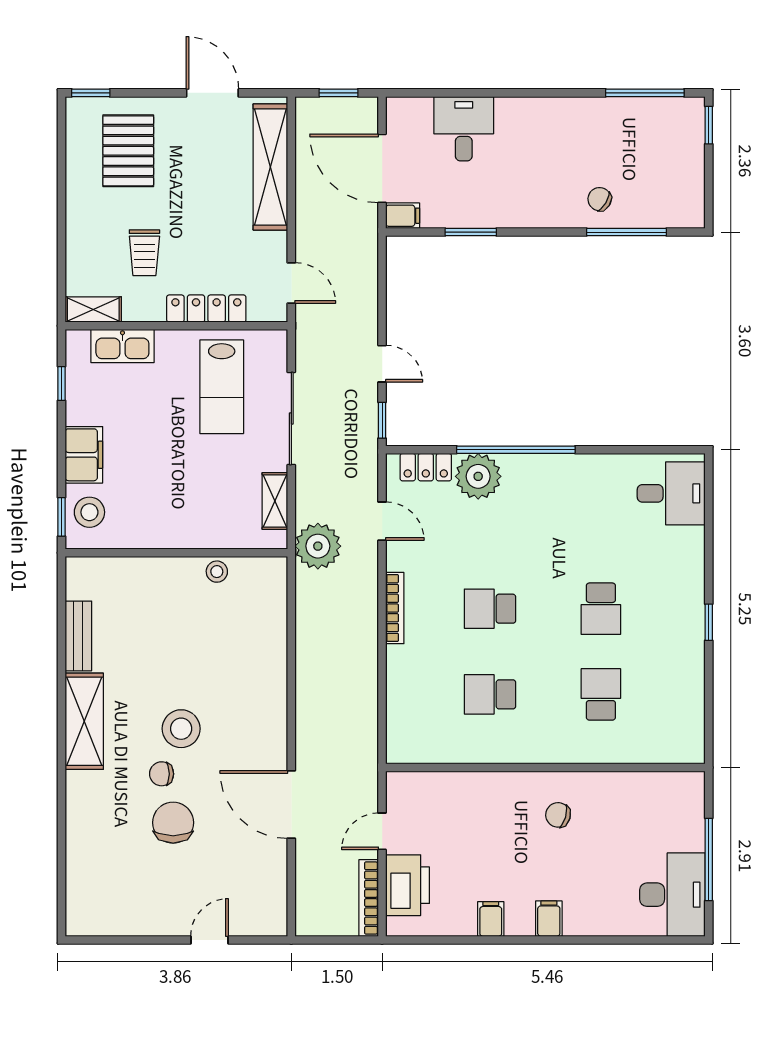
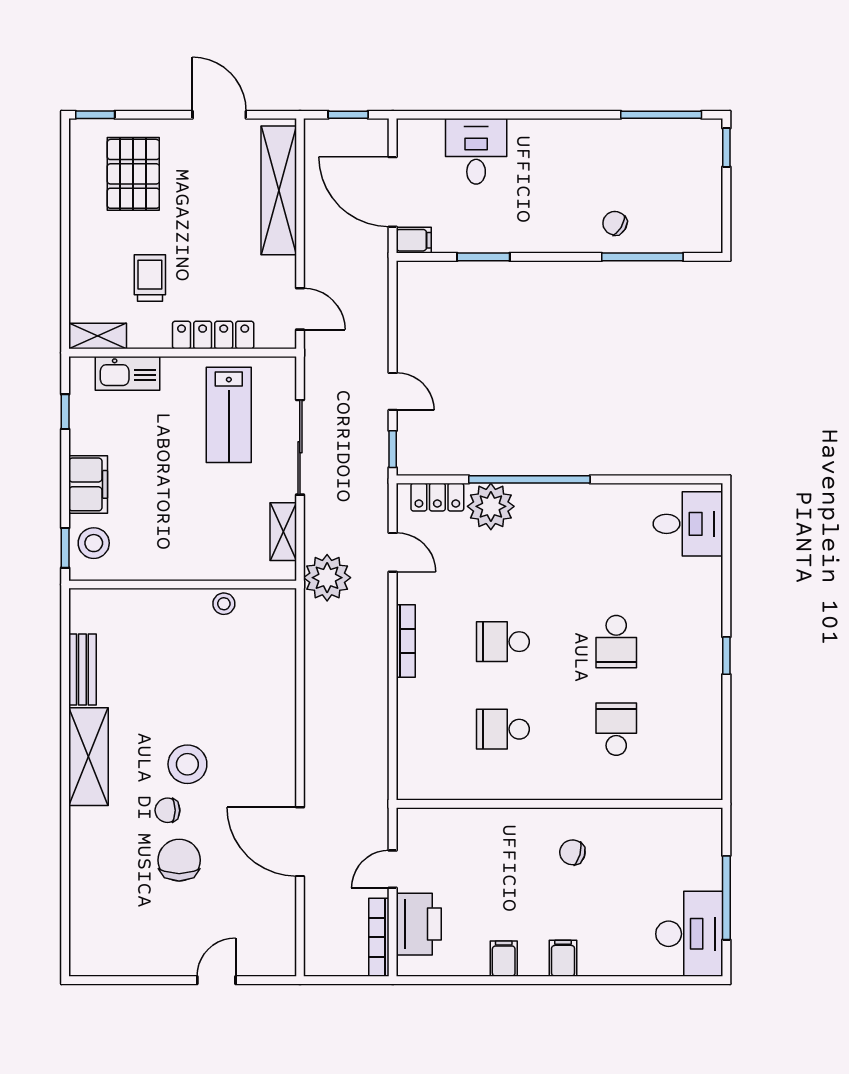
trolley: (144, 253) -> (150, 278), turned 180

